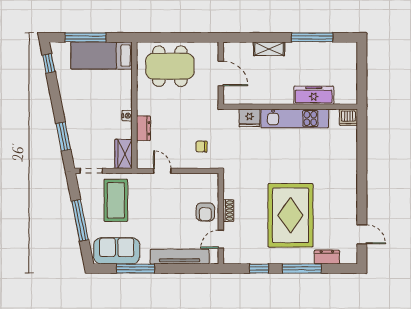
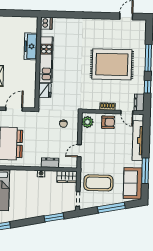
plant: (205, 182) -> (87, 122), added
dresser: (327, 257) -> (139, 103), moved

